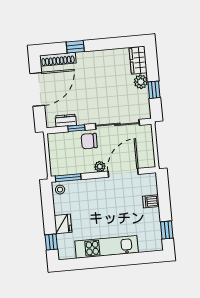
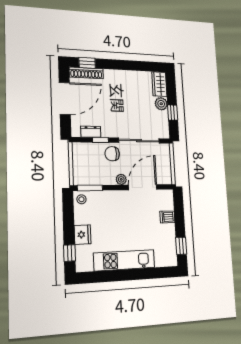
window: (75, 47) -> (87, 63), moved

